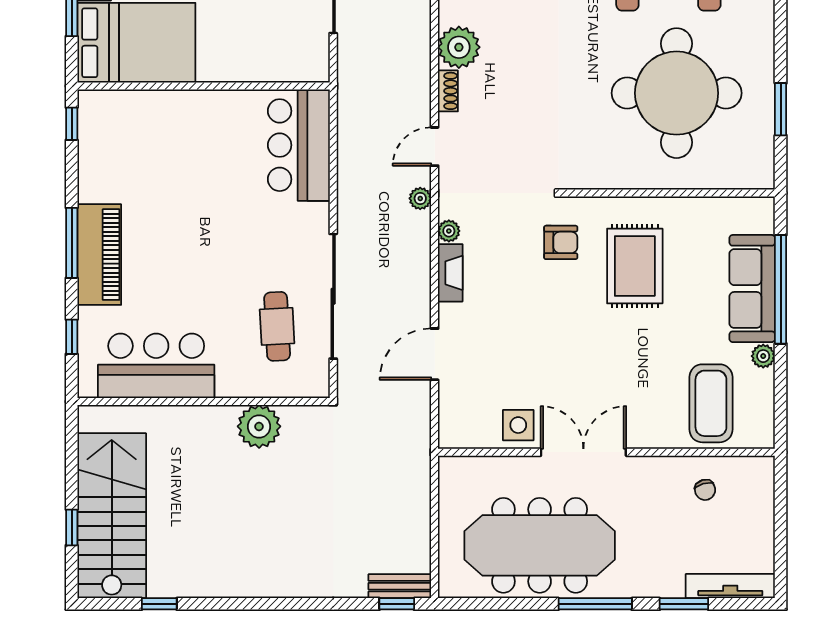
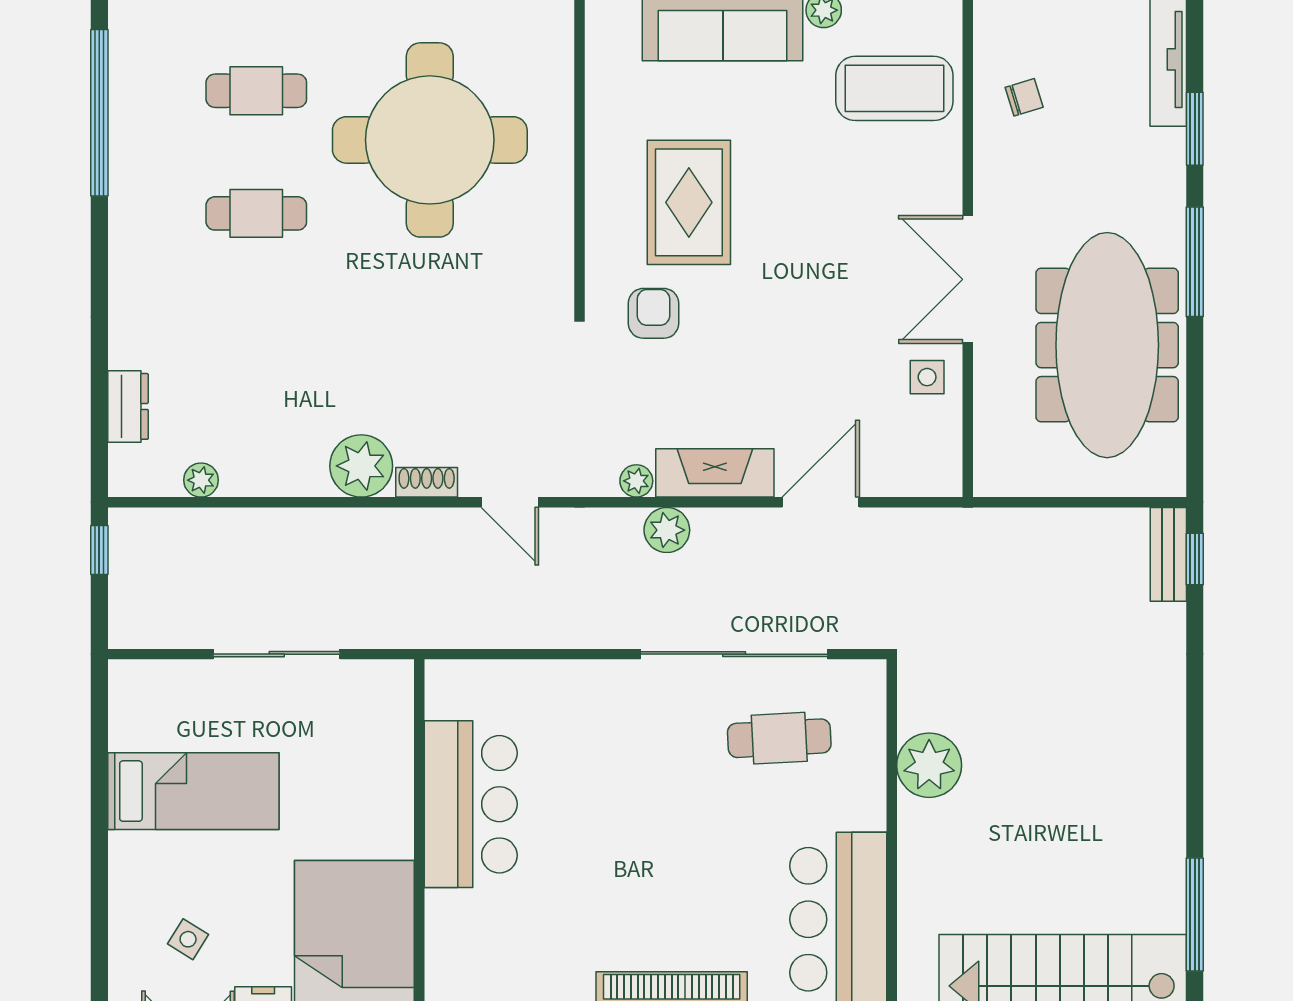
bar counter: (299, 145) -> (471, 804), moved, turned -90
plant: (420, 198) -> (667, 530), moved, width x1.38, depth x1.38
rug: (635, 266) -> (689, 202), turned 90
fireplace: (450, 273) -> (715, 473), width x1.37, depth x1.32
door: (435, 354) -> (821, 502), swing flipped
side table: (518, 425) -> (927, 377), width x0.73, depth x0.73
window: (159, 604) -> (1195, 915), width x2.17

